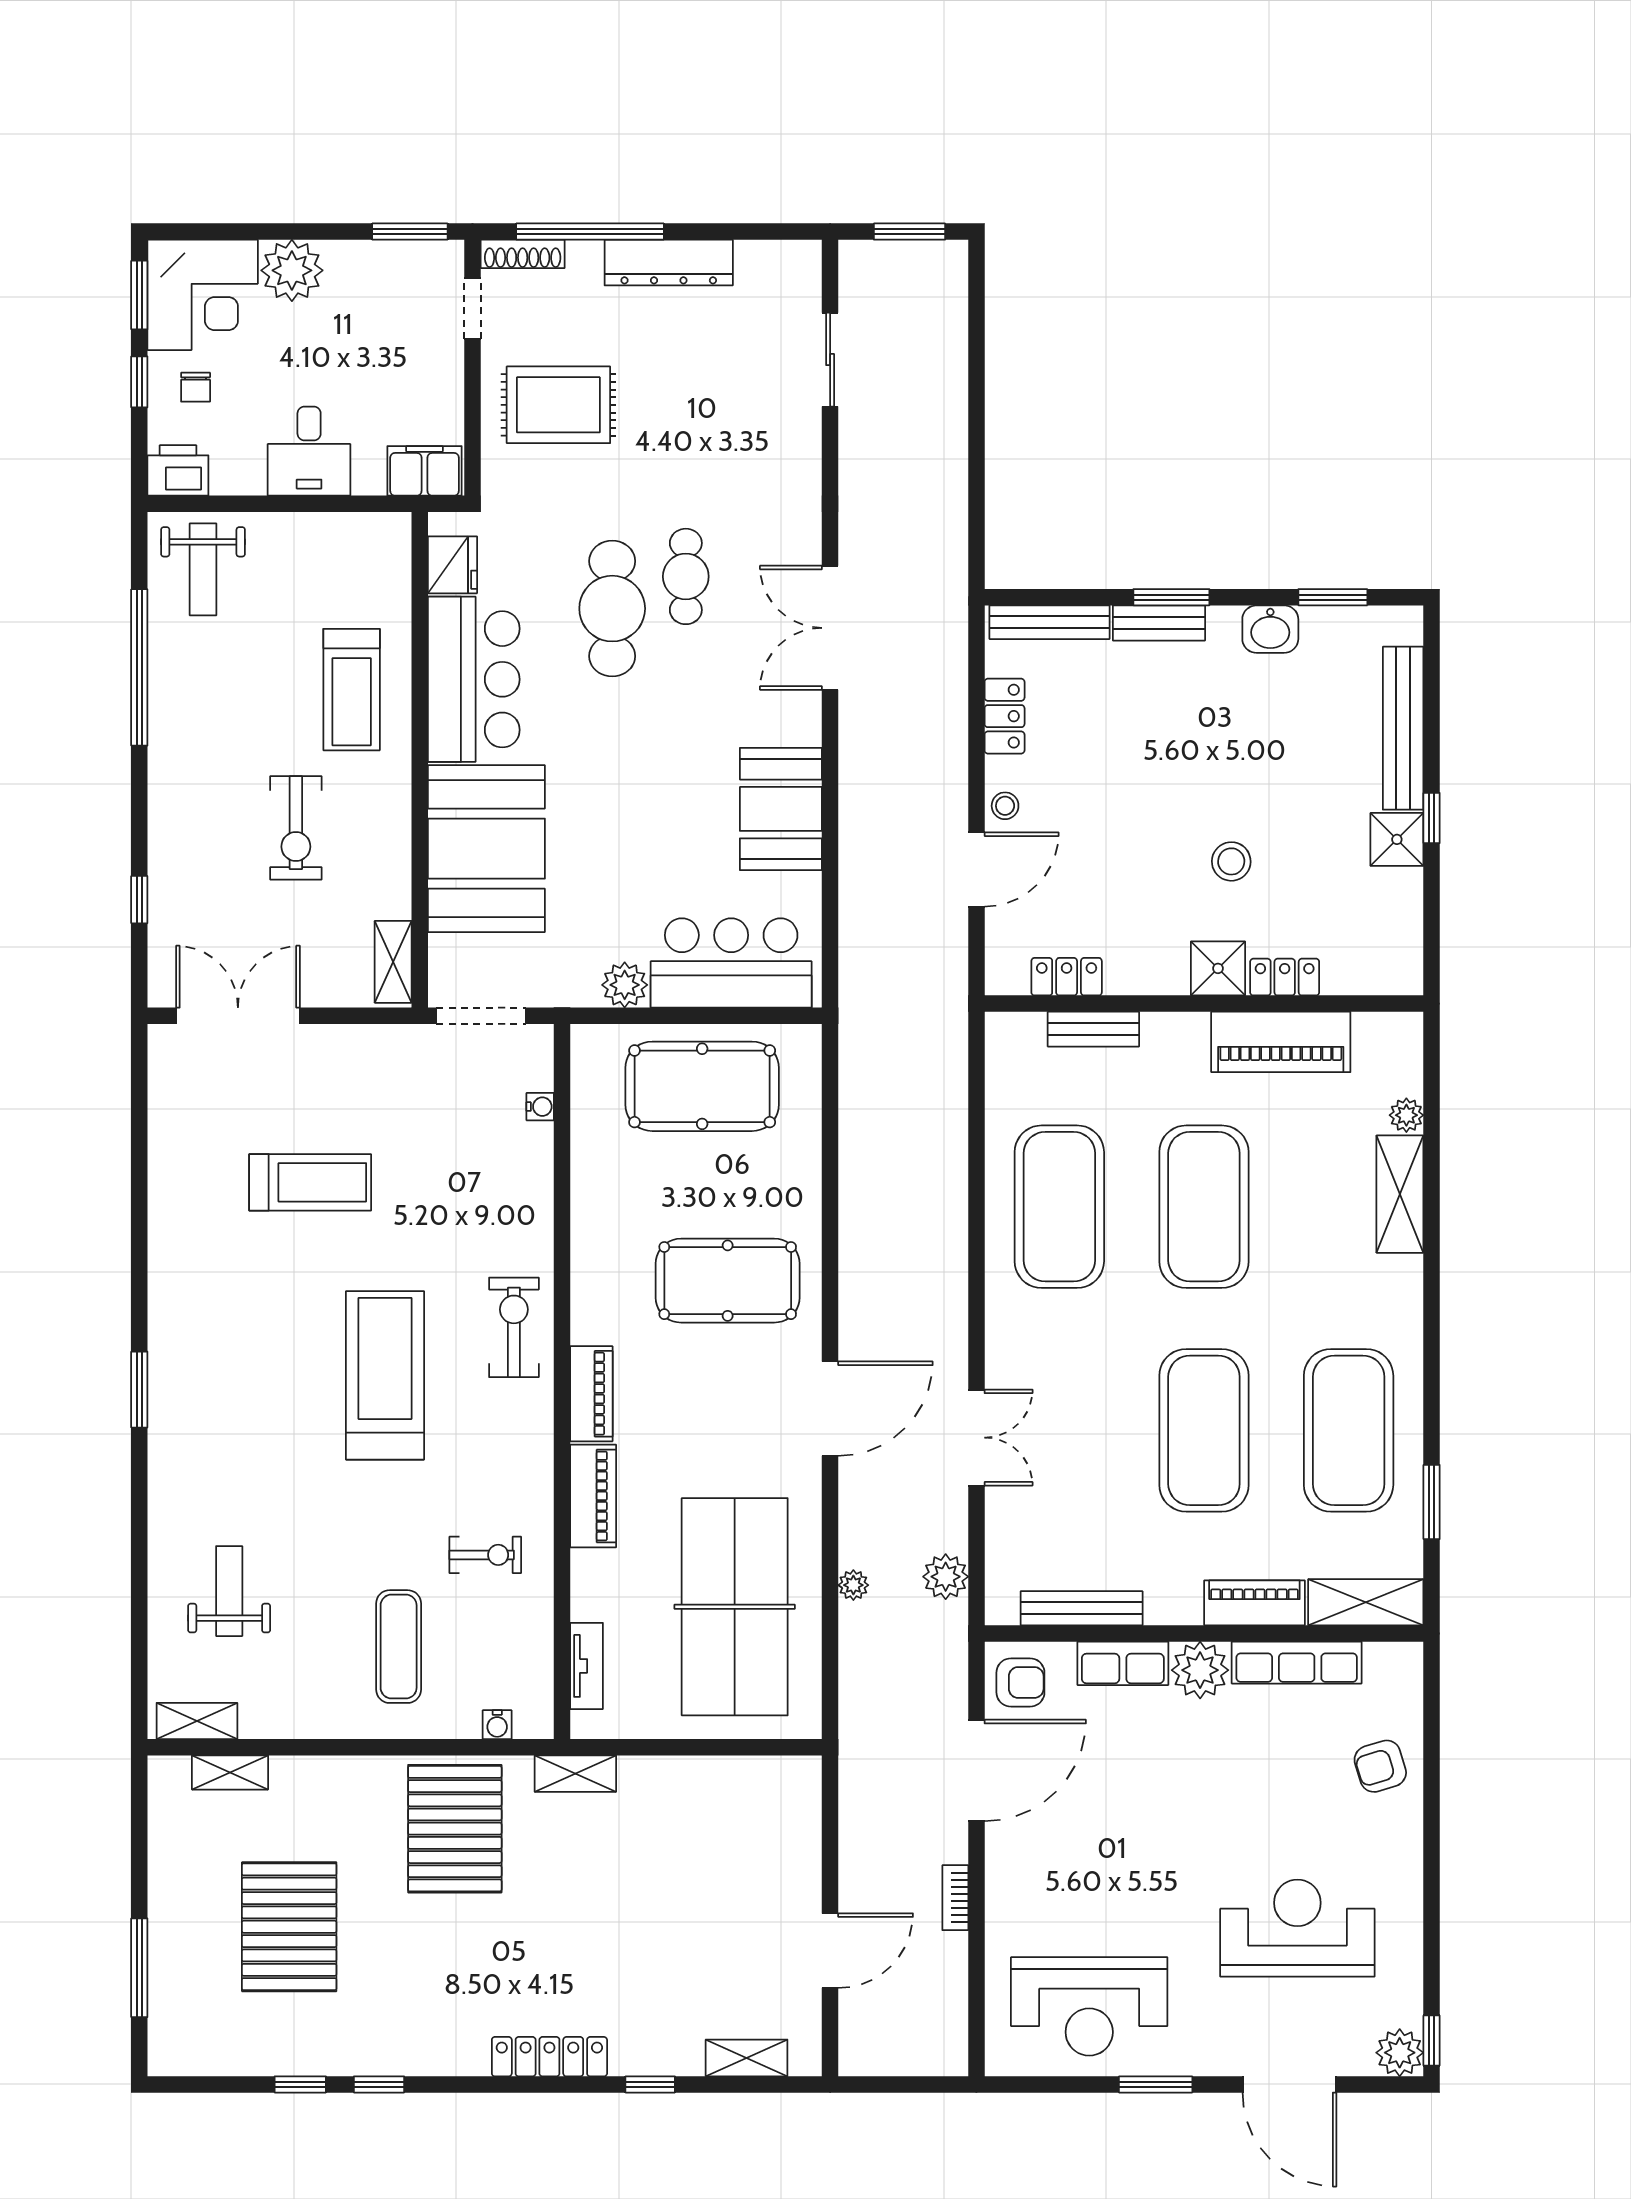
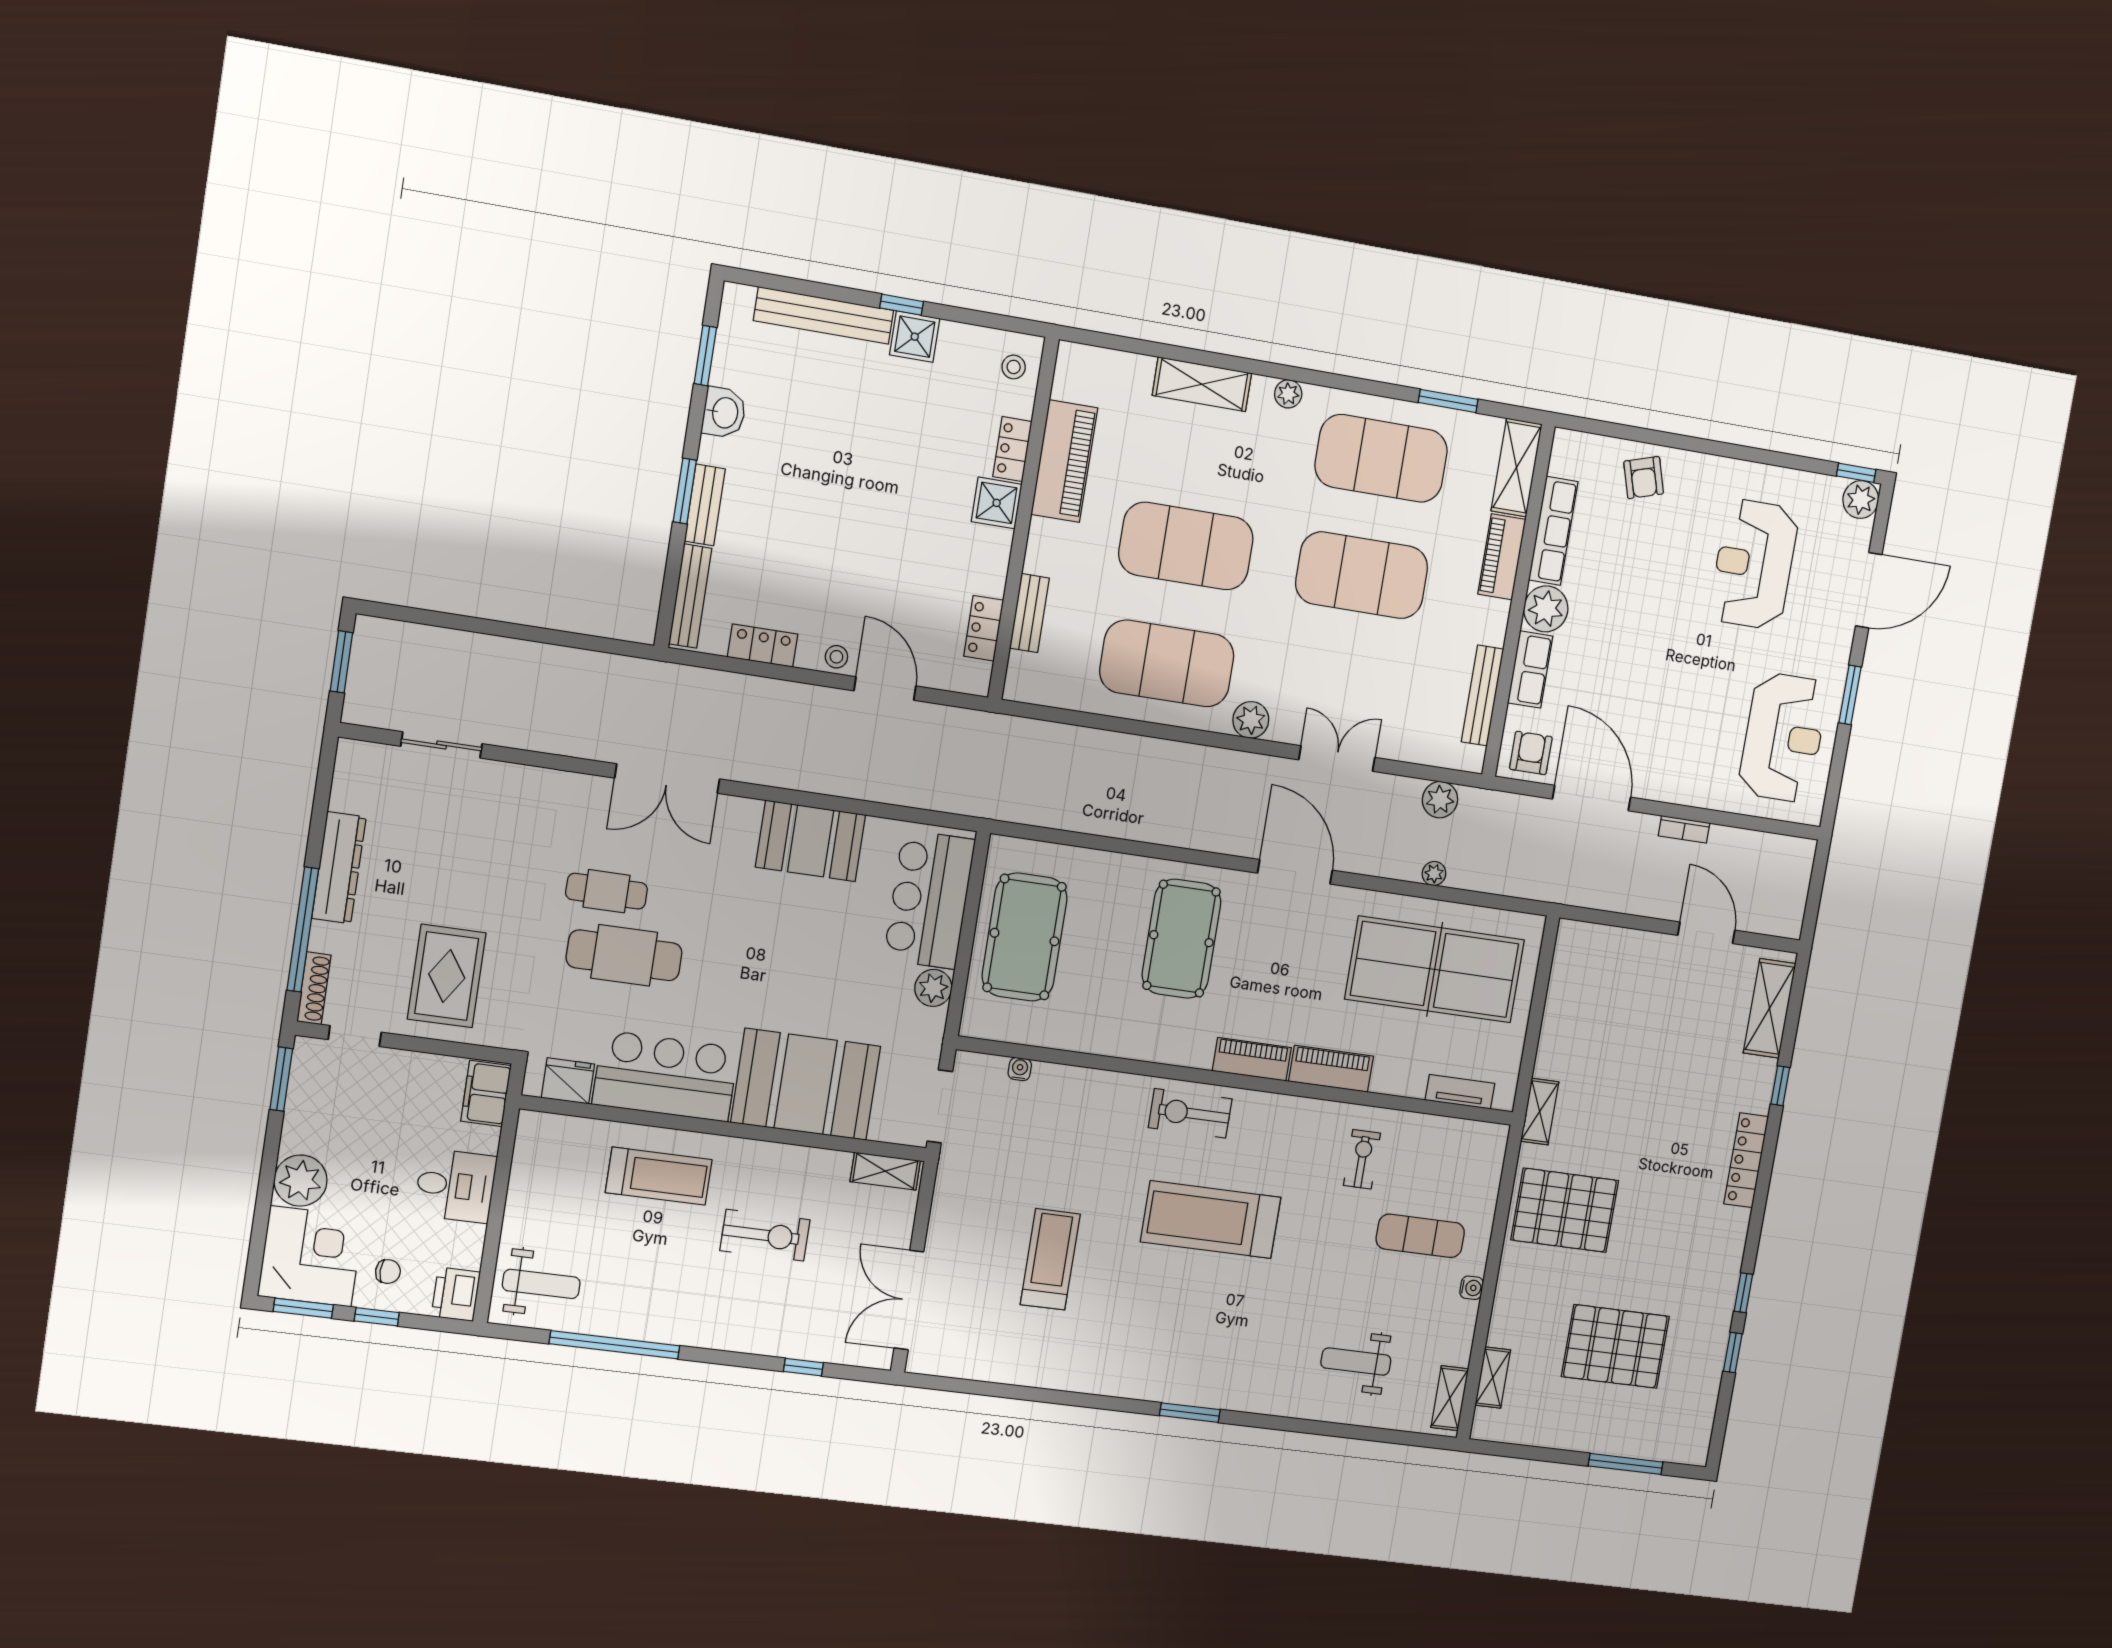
stool: (1231, 861) -> (1014, 367), moved, width x0.73, depth x0.73
plant: (1406, 1115) -> (1288, 394), moved
plant: (1007, 1322) -> (1251, 720), added
water cooler: (497, 1725) -> (1472, 1288), moved
shelving: (747, 2058) -> (1770, 1008), width x1.50, depth x1.33

